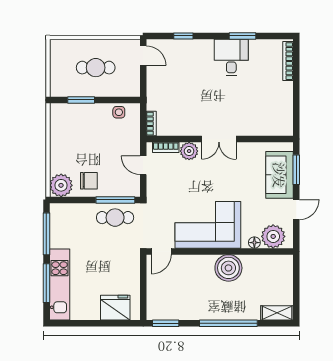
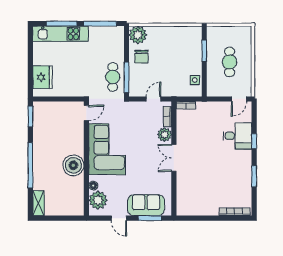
window: (183, 36) -> (254, 141), moved
desk: (231, 57) -> (237, 136), moved
door: (161, 251) -> (86, 113), swing flipped

